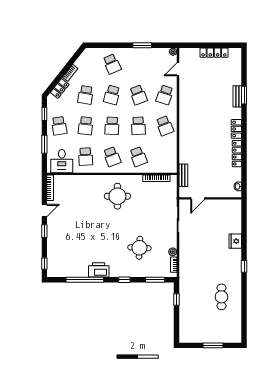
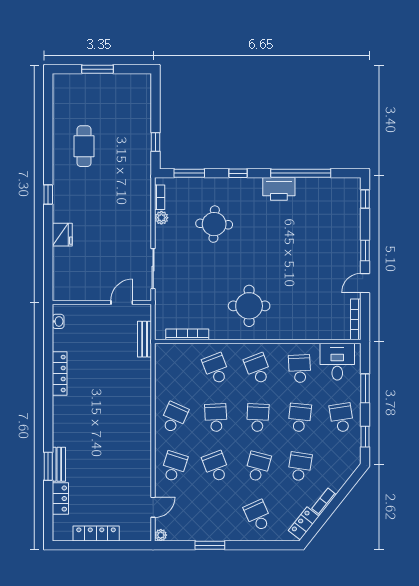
locker: (60, 88) -> (304, 523), moved
school desk: (165, 126) -> (174, 418), turned 45
locker: (236, 129) -> (60, 499), moved

